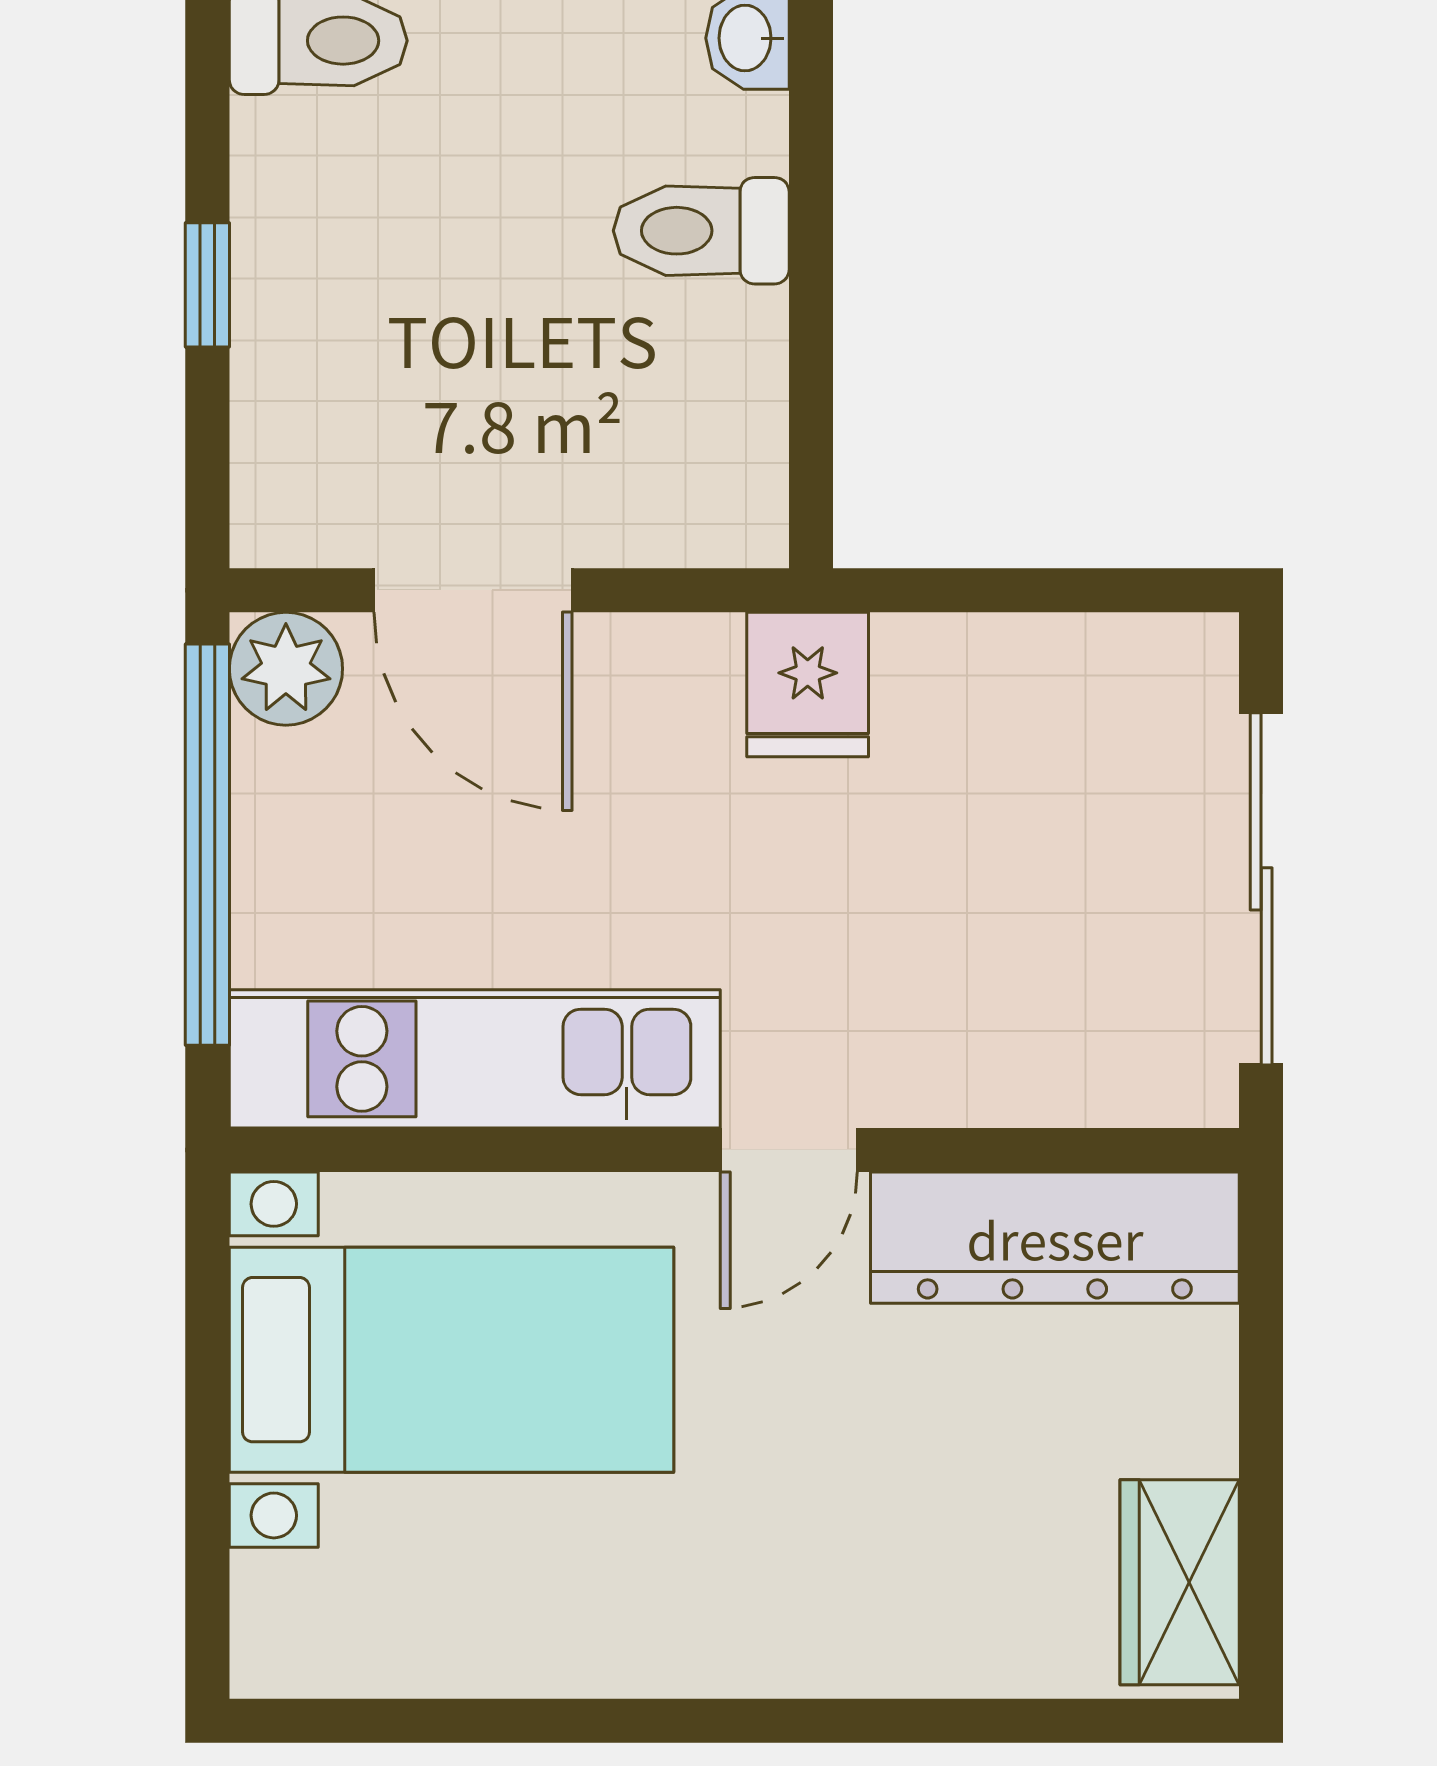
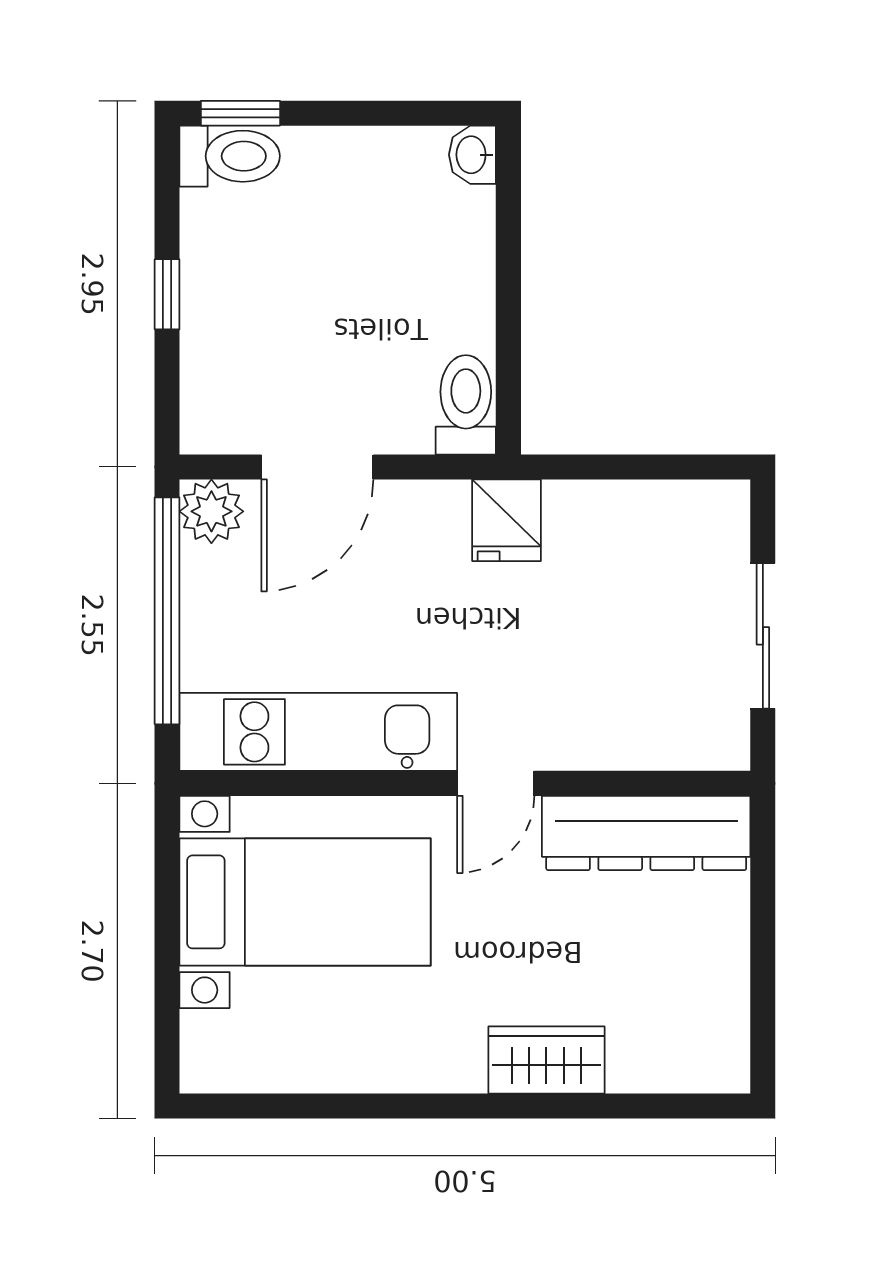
toilet: (701, 231) -> (466, 405), moved, turned 90
door: (473, 590) -> (317, 467), hinge flipped
sliding door: (1261, 889) -> (763, 636), width x0.73
wardrobe: (1180, 1582) -> (546, 1060), moved, turned 90

